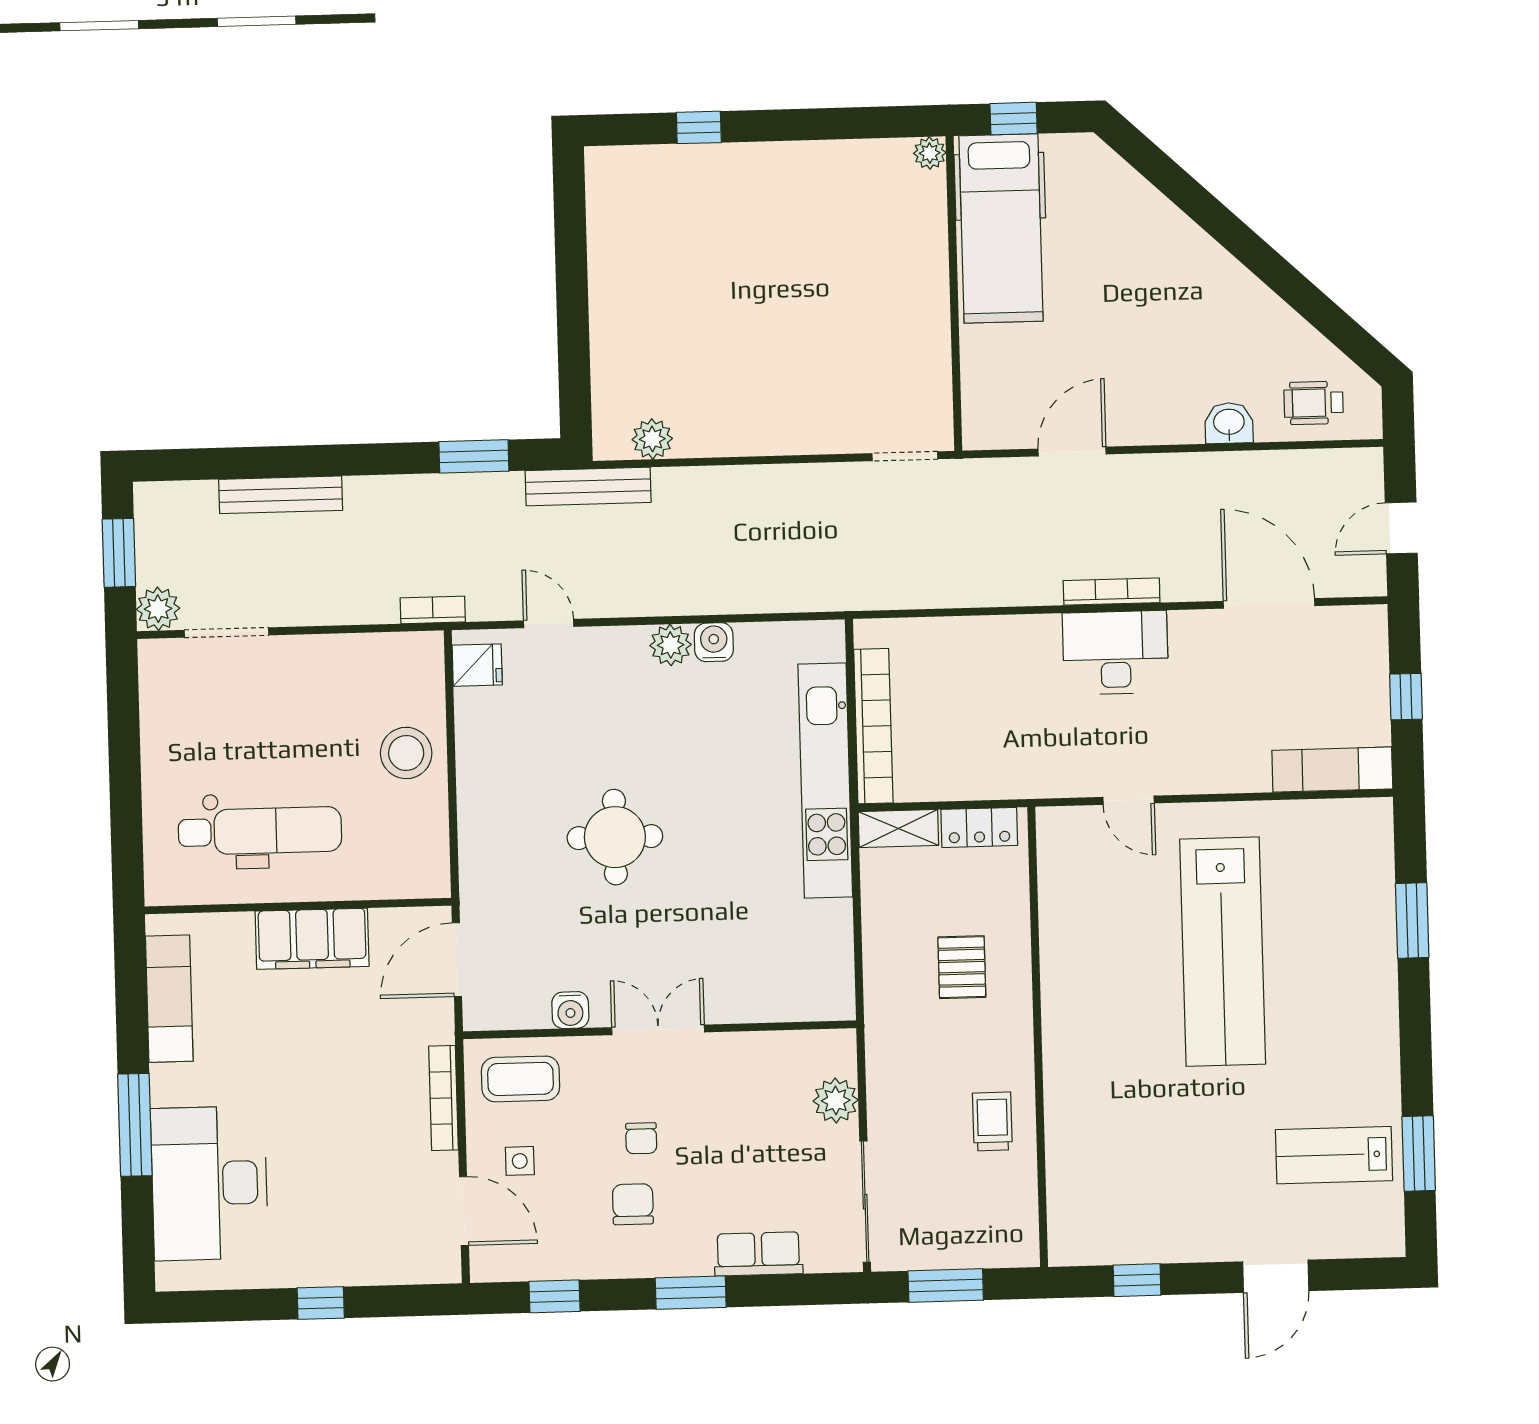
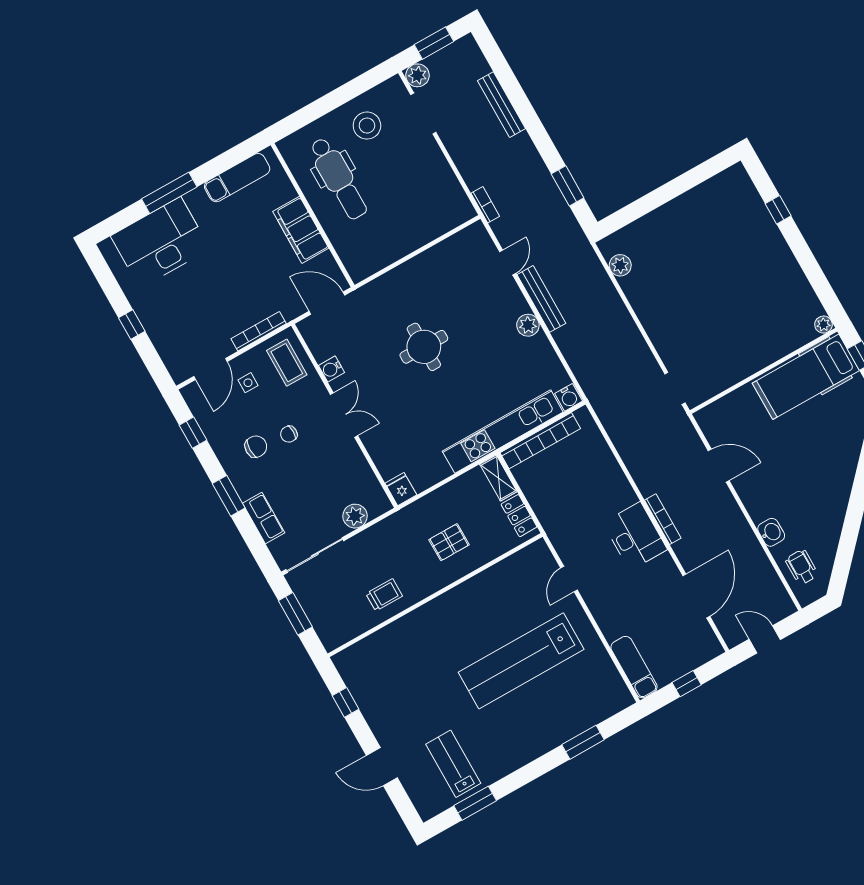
bench: (588, 486) -> (541, 299), moved
water cooler: (714, 642) -> (569, 397), moved, turned 90
fridge: (477, 665) -> (401, 489), moved, turned 180
stool: (406, 753) -> (367, 126), moved

